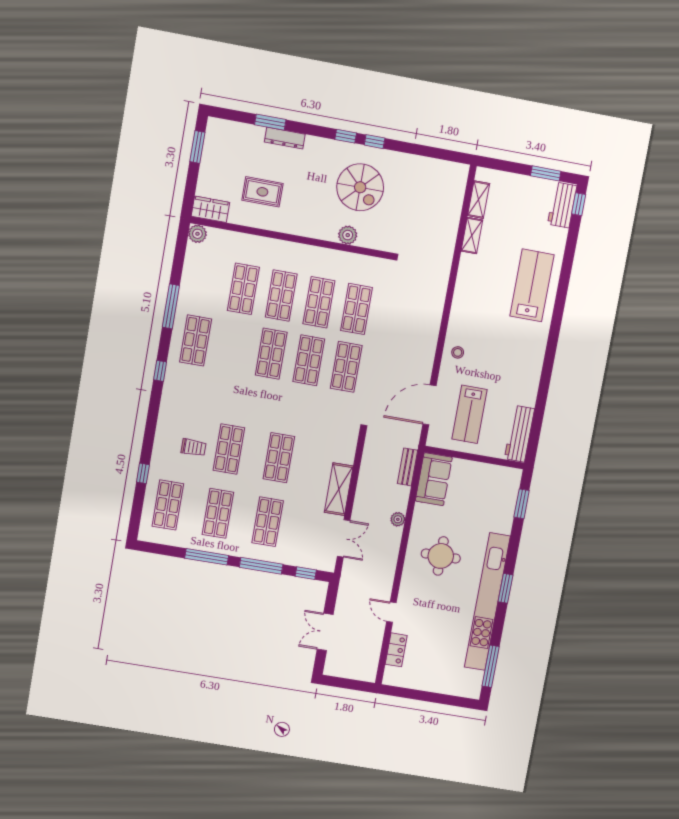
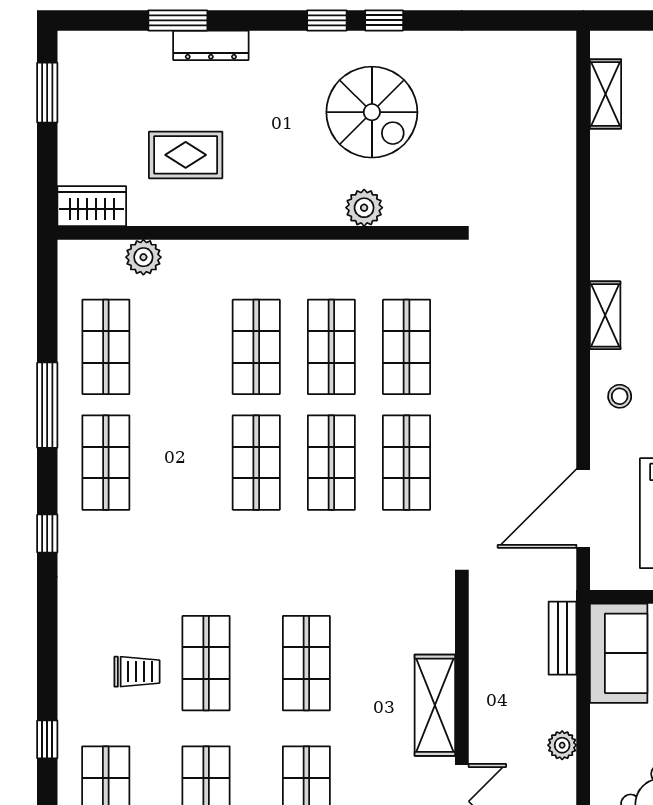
plant: (197, 234) -> (143, 257), moved
shelving: (472, 236) -> (605, 315), moved
shop shelf: (243, 289) -> (106, 347), moved

